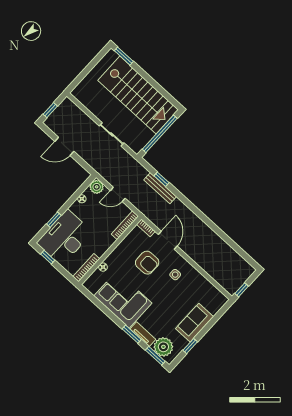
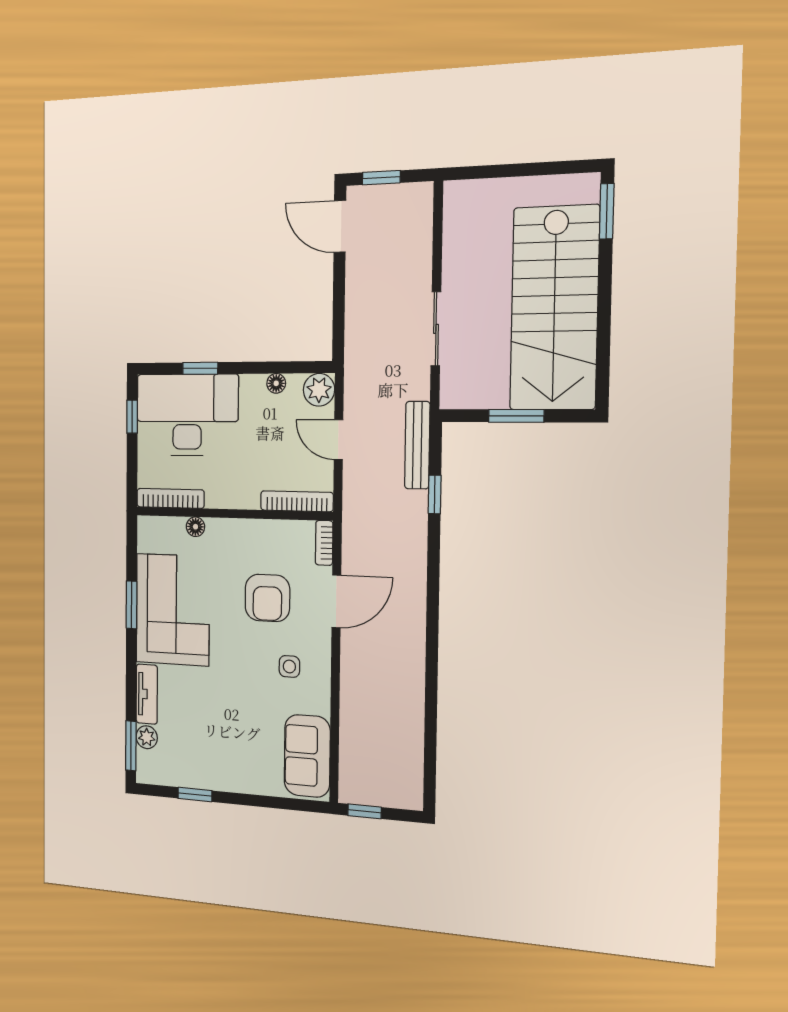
window: (160, 134) -> (516, 416), width x0.47
door: (64, 146) -> (340, 226), moved
bench: (160, 188) -> (417, 445), moved
sofa: (194, 323) -> (307, 756), moved, turned -90
window: (132, 334) -> (131, 605), moved
plant: (163, 347) -> (147, 737), width x0.53, depth x0.53

